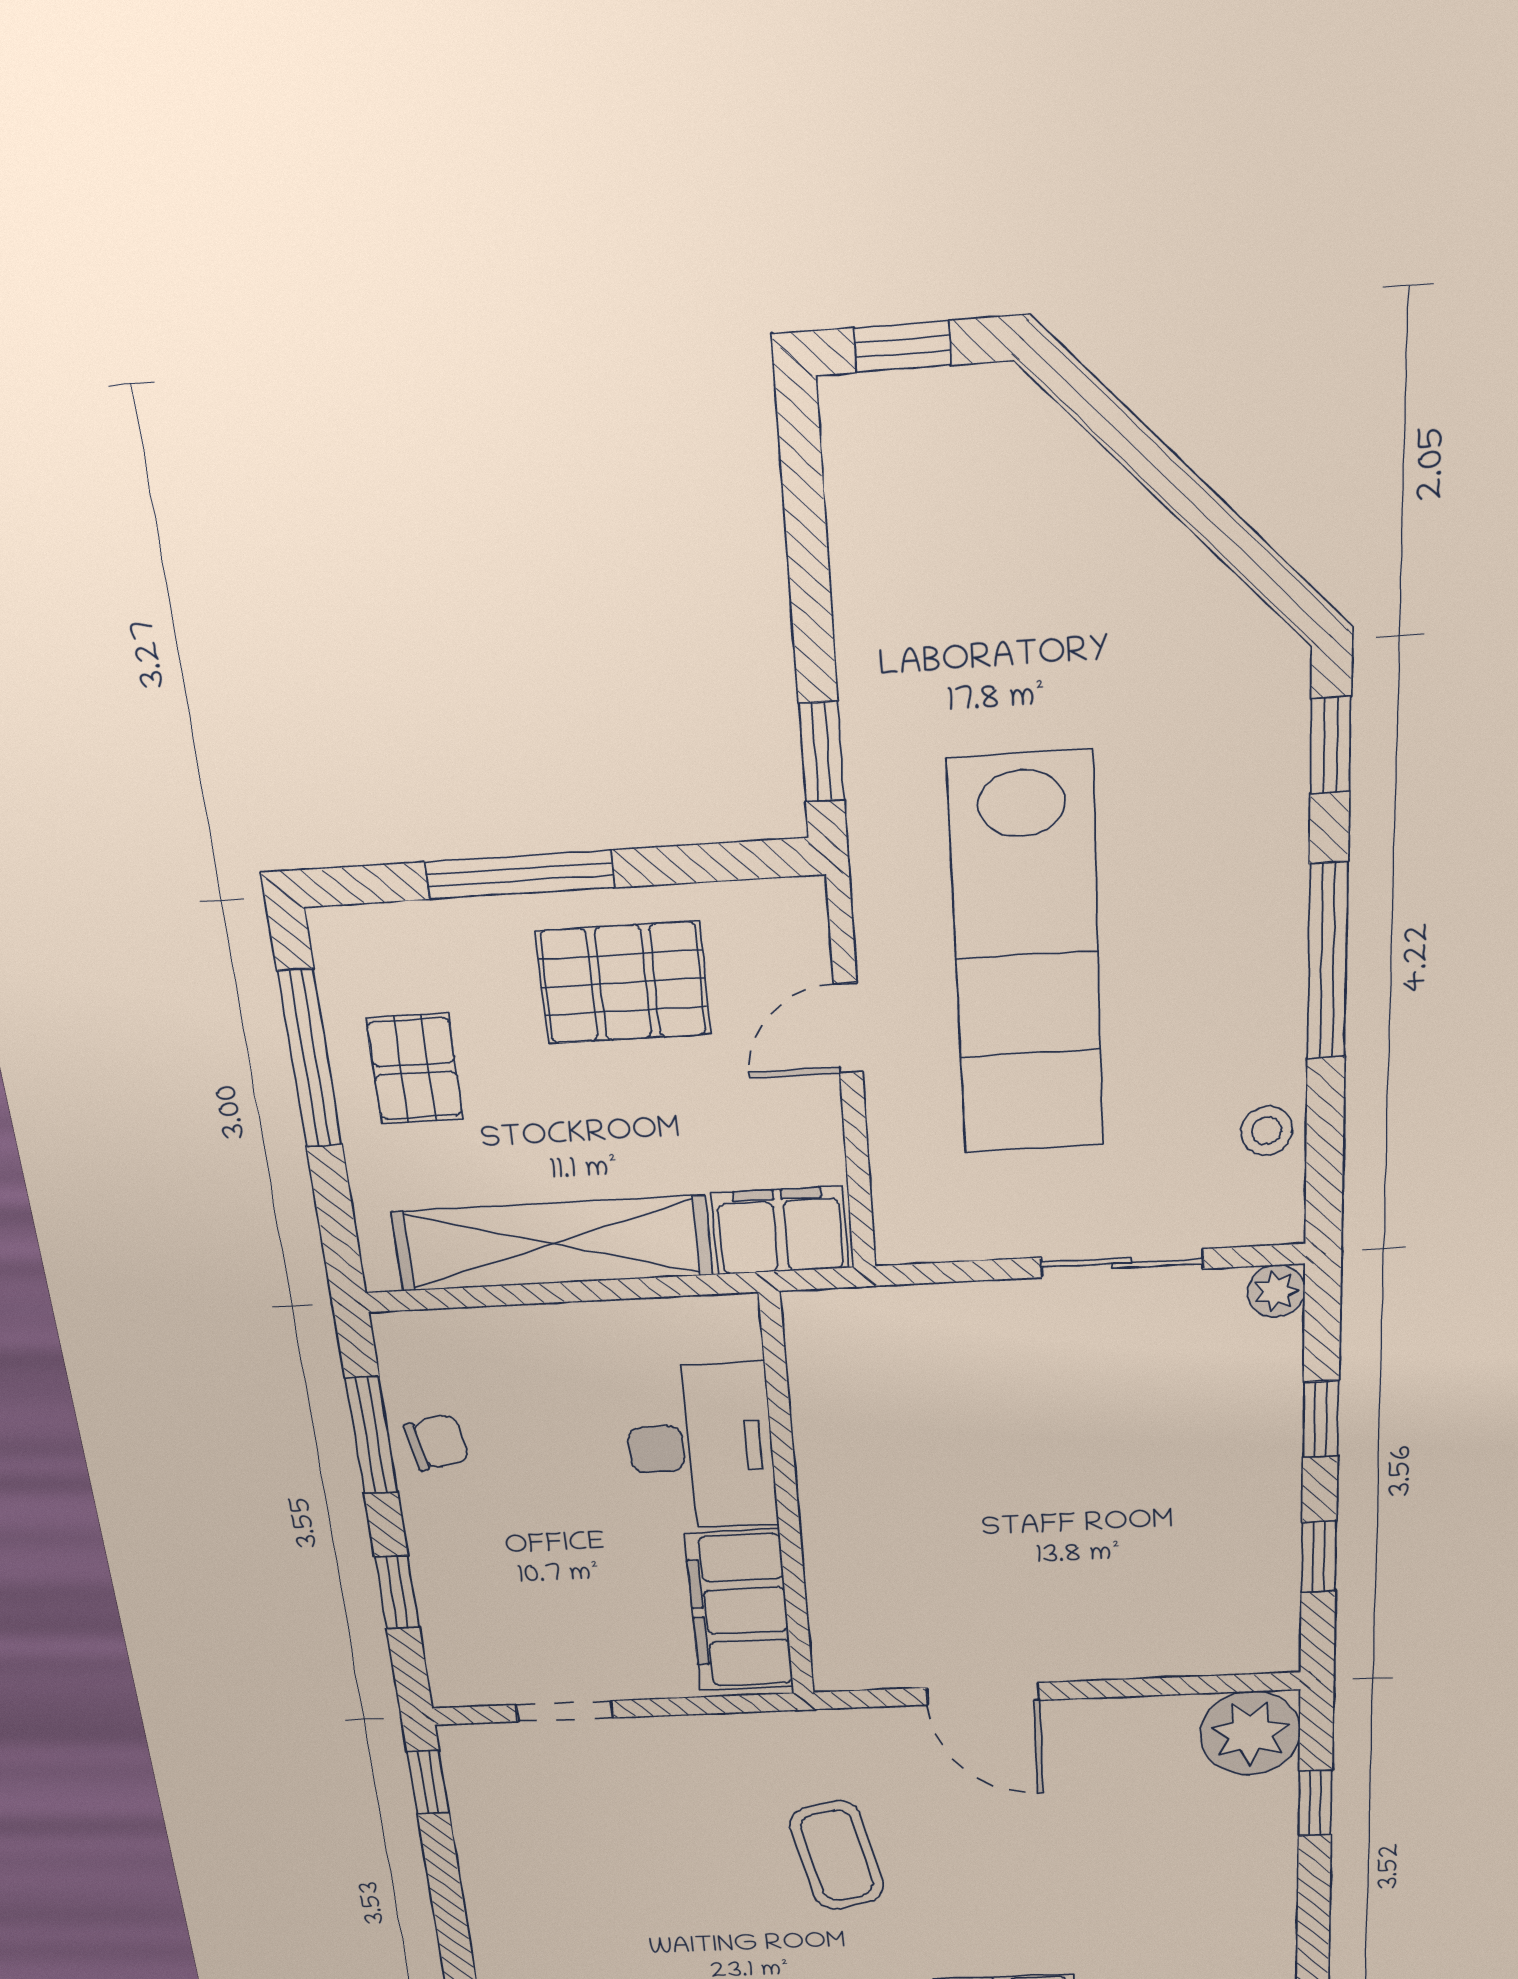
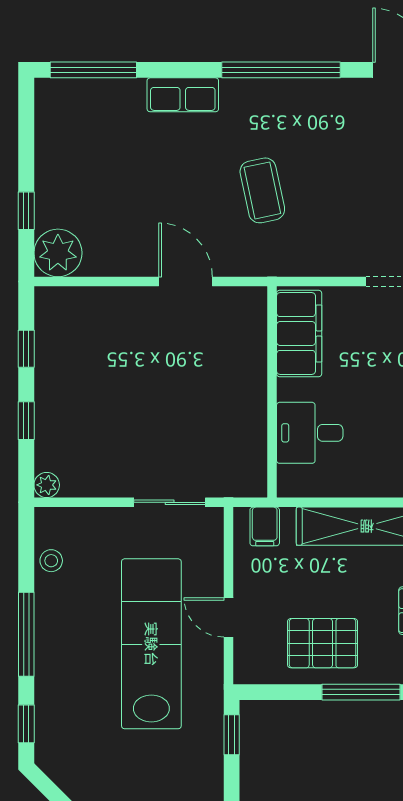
door: (848, 1028) -> (228, 617), swing flipped
filing cabinet: (780, 1231) -> (265, 526), width x0.50
sliding door: (1122, 1263) -> (170, 502), moved
desk: (701, 1447) -> (310, 433), width x0.73

